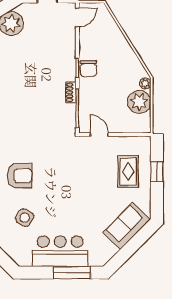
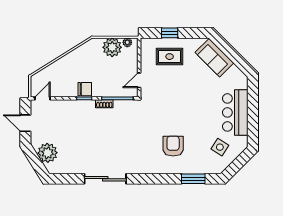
door: (77, 17) -> (42, 98), hinge flipped
plant: (145, 83) -> (127, 42), moved
side table: (25, 218) -> (220, 147), moved
window: (72, 273) -> (253, 103), removed

